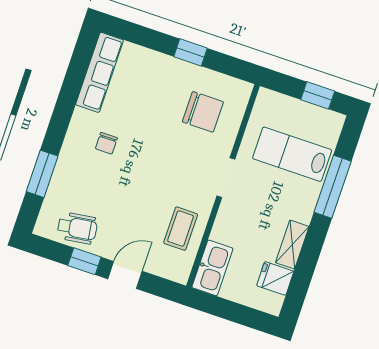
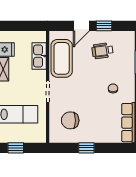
wheelchair: (77, 228) -> (102, 51), moved
coffee table: (181, 229) -> (62, 58), width x1.86, depth x1.72
kitchen sink: (212, 268) -> (39, 56), moved

